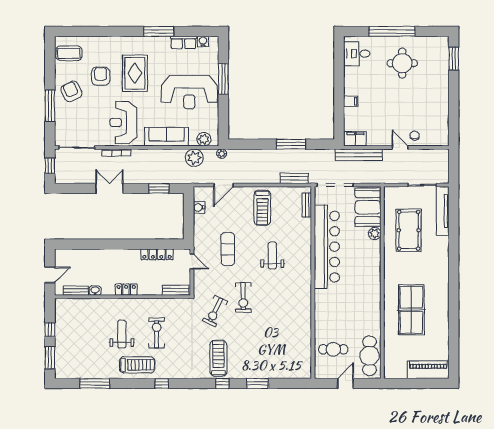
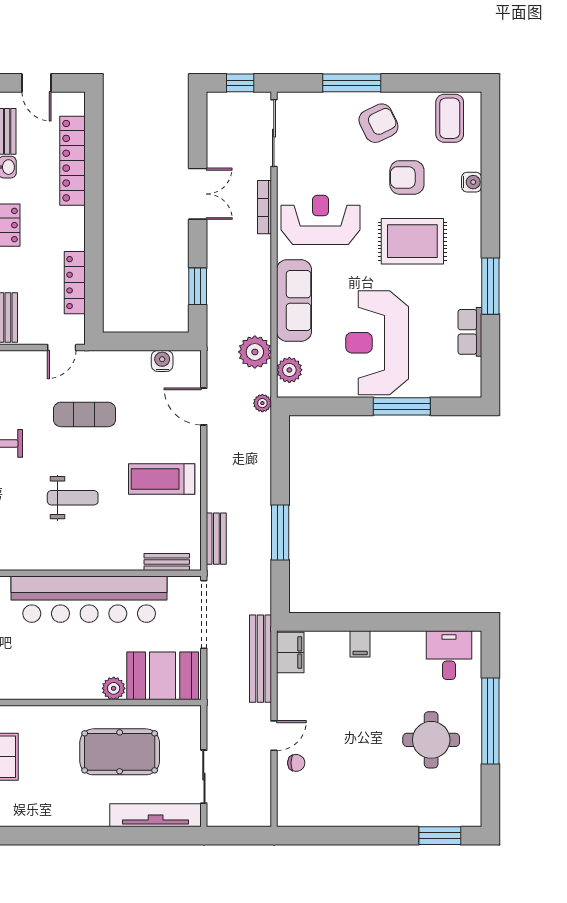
water cooler: (203, 41) -> (472, 182), moved
armchair: (101, 76) -> (407, 177), turned 180
locker: (92, 256) -> (72, 161), added

